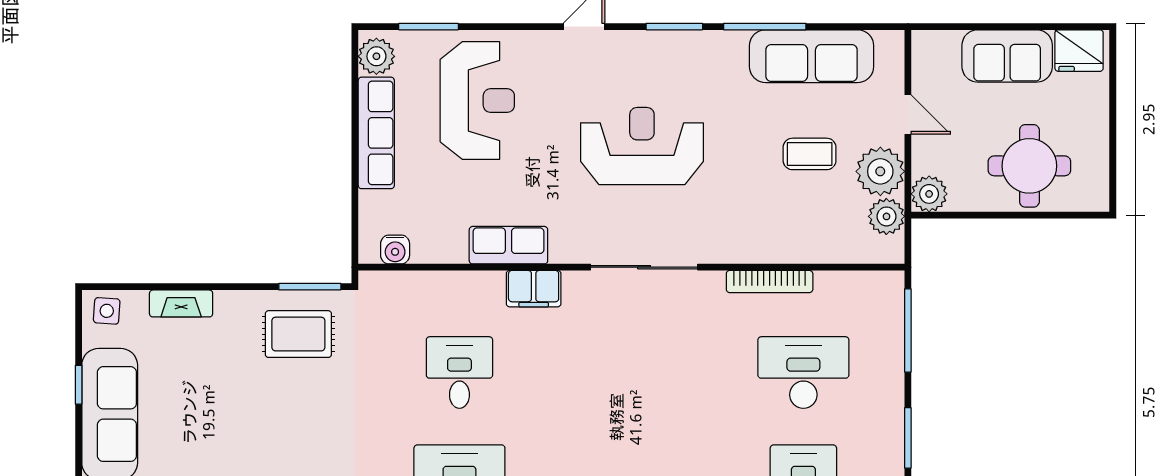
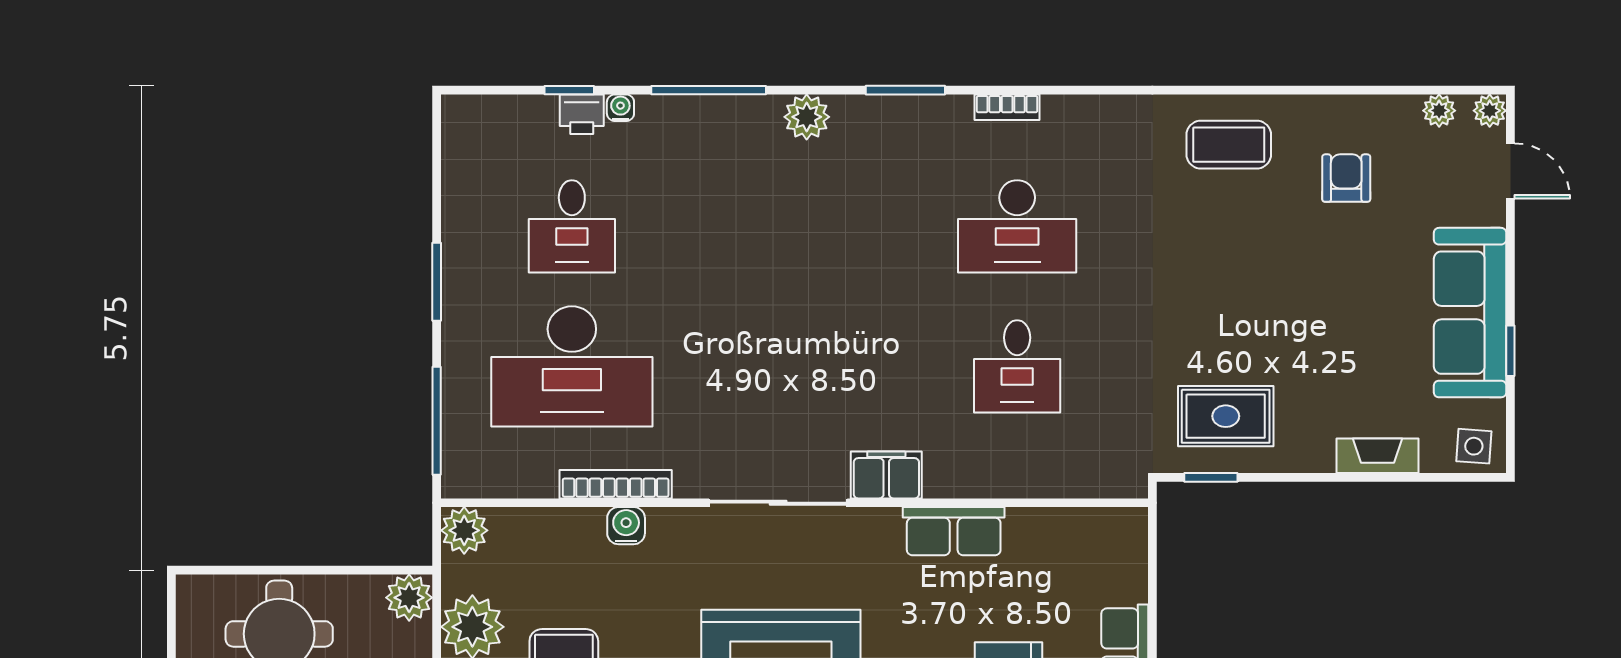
plant: (886, 216) -> (464, 530), moved
water cooler: (395, 249) -> (626, 526), moved
window: (310, 287) -> (1211, 477), width x0.67
filing cabinet: (534, 289) -> (886, 475), moved
desk: (803, 372) -> (572, 366), width x1.36, depth x1.30

